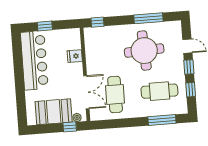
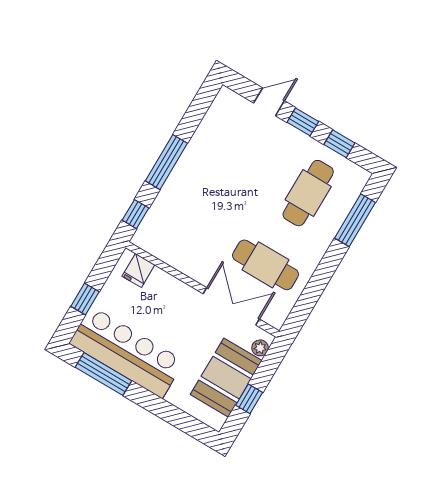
window: (148, 18) -> (166, 162), moved
round table: (144, 51) -> (229, 173), removed
fridge: (75, 56) -> (138, 271), moved
window: (18, 57) -> (103, 374), added
window: (70, 127) -> (249, 399), moved

